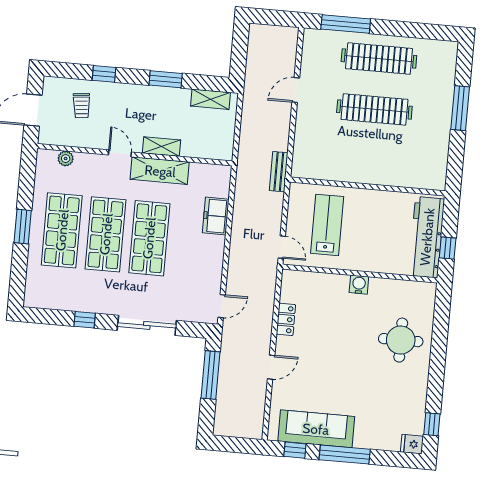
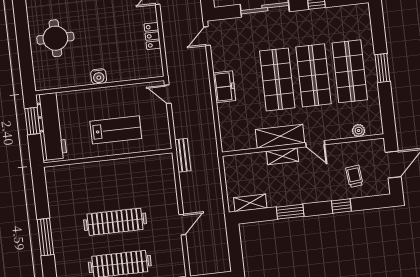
freezer: (216, 216) -> (224, 87), moved
lab bench: (327, 225) -> (116, 130), moved, turned -90
window: (448, 248) -> (32, 121), width x1.50

